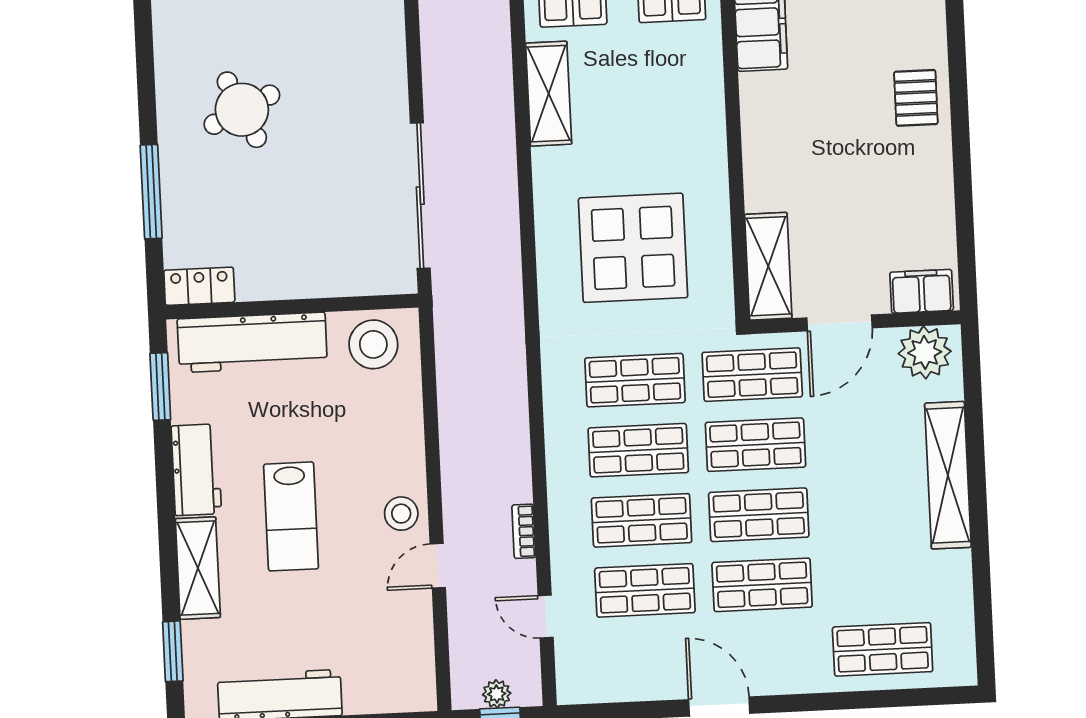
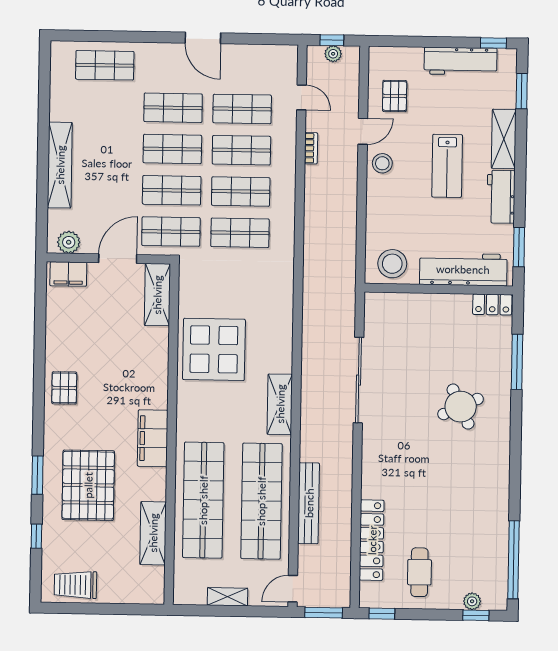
sliding door: (420, 196) -> (359, 380), moved
display table: (633, 248) -> (214, 349), moved
plant: (925, 352) -> (69, 242), width x0.73, depth x0.73
lab bench: (291, 516) -> (447, 166), turned 180
pallet: (388, 629) -> (395, 96), added

